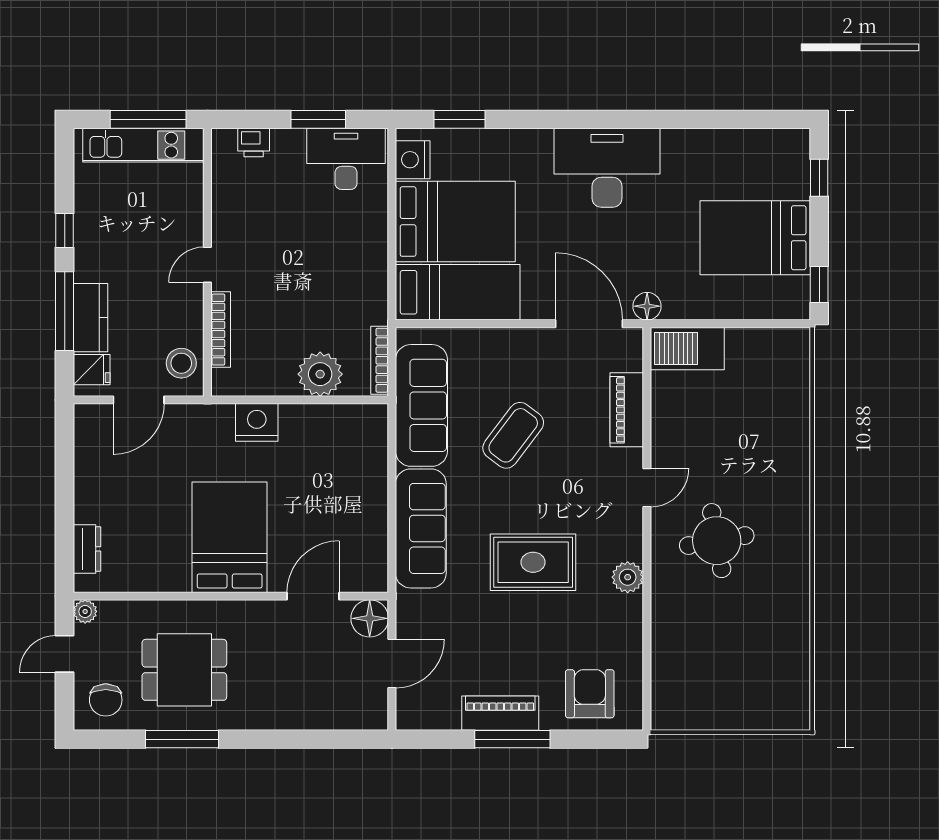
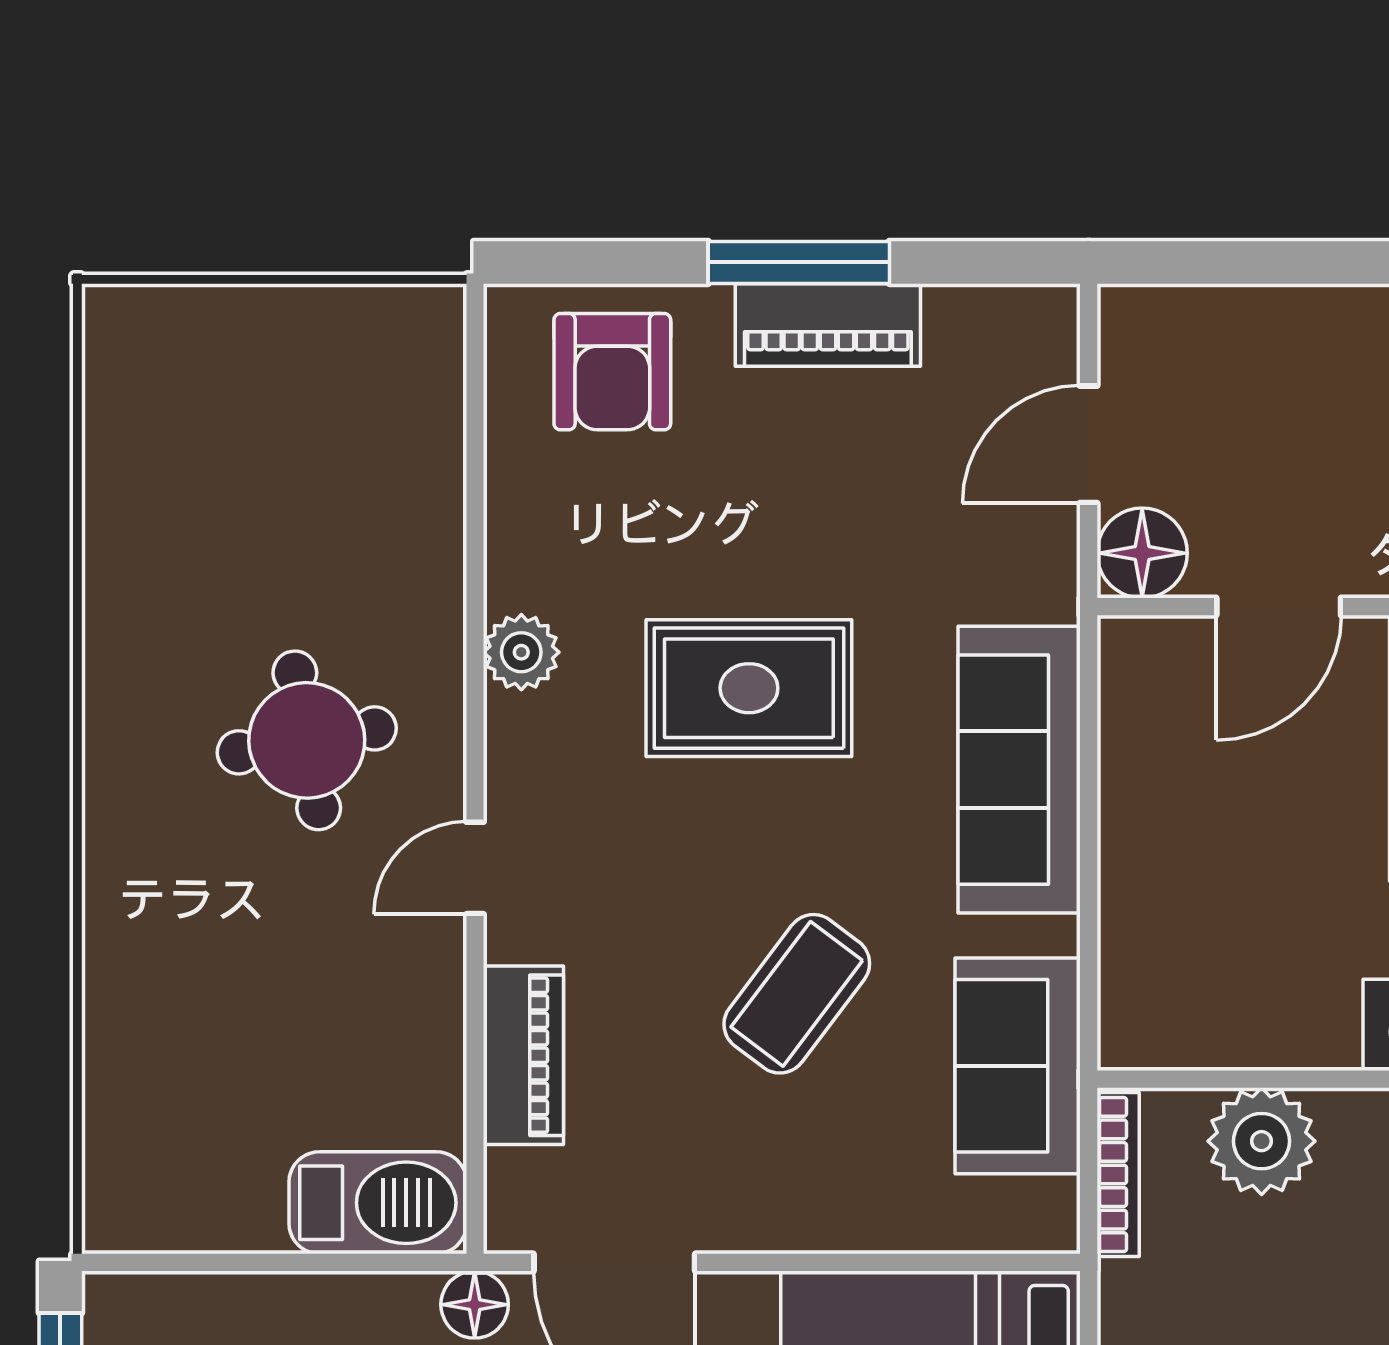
sofa: (421, 405) -> (1018, 1066), width x0.73

